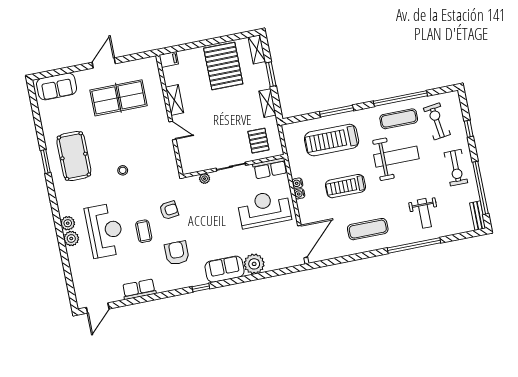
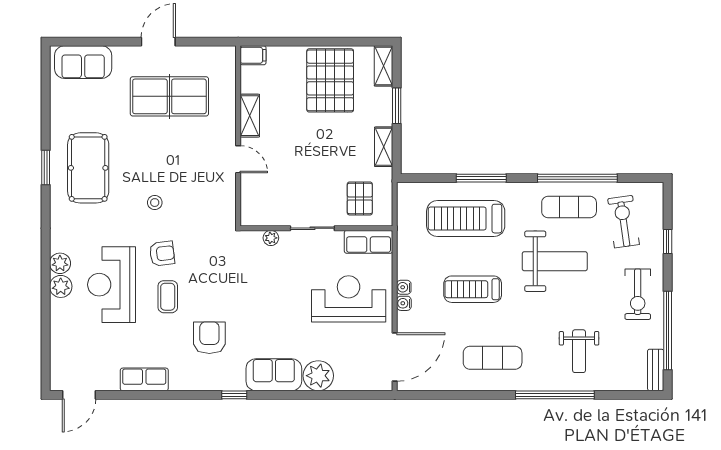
water cooler: (297, 183) -> (404, 303), moved
armchair: (169, 210) -> (162, 254), moved
reception desk: (105, 231) -> (112, 285), turned 180

